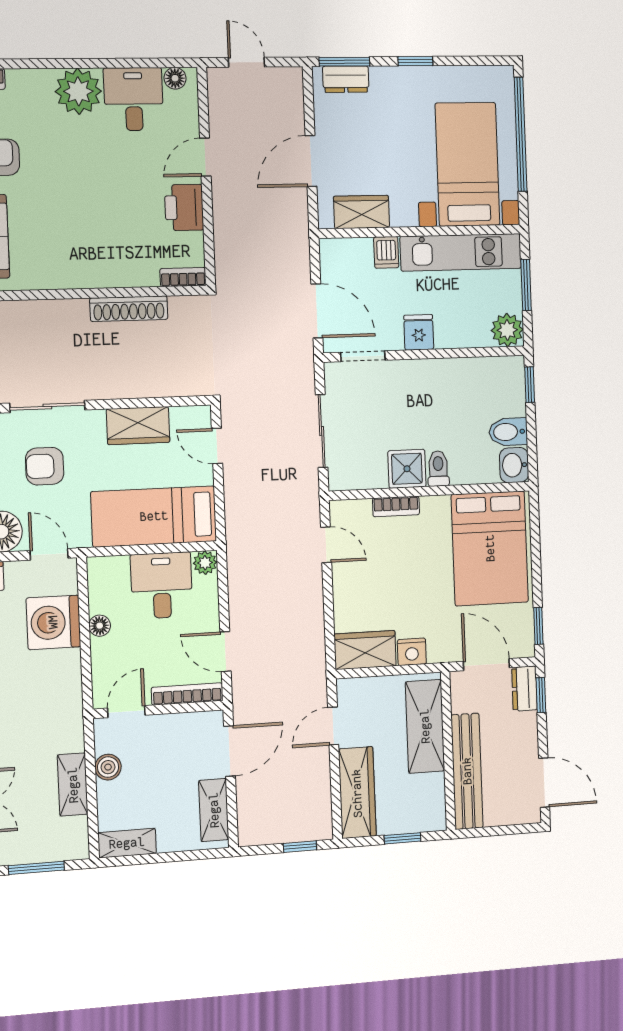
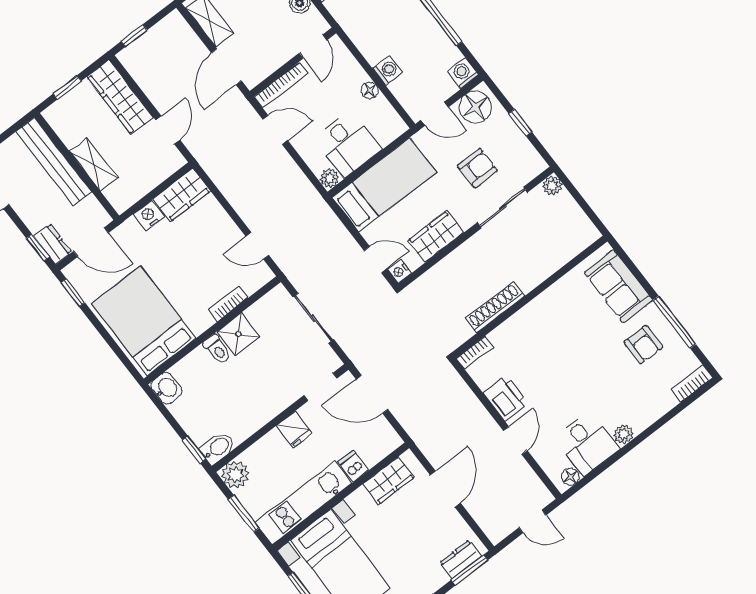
plant: (78, 91) -> (623, 434), width x0.53, depth x0.53
nightstand: (201, 416) -> (400, 271), added
bidet: (508, 432) -> (218, 448), moved
washing machine: (53, 622) -> (387, 70), width x0.53, depth x0.53
shelving: (425, 726) -> (94, 164), width x0.67, depth x0.75

